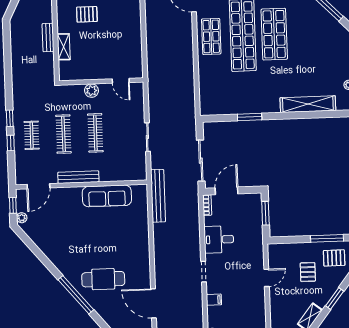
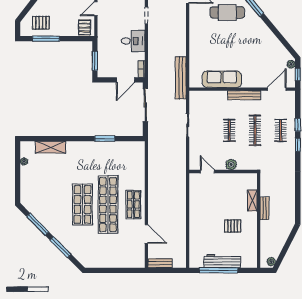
shelving: (308, 104) -> (51, 147), width x0.68
clothes rail: (95, 133) -> (229, 130), width x0.73
pallet: (308, 272) -> (85, 27), moved

